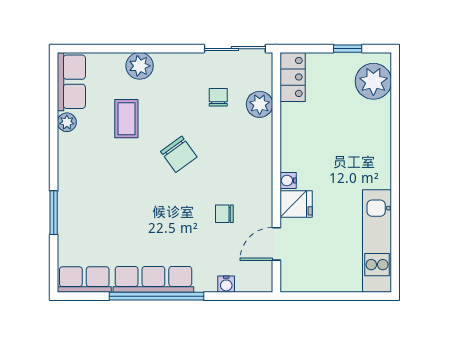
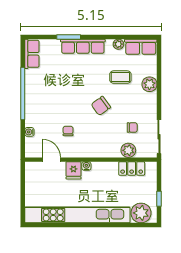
locker: (293, 77) -> (132, 168), moved
kitchen unit: (377, 241) -> (77, 215), width x1.86
row of seats: (153, 279) -> (83, 46), moved, turned 90

